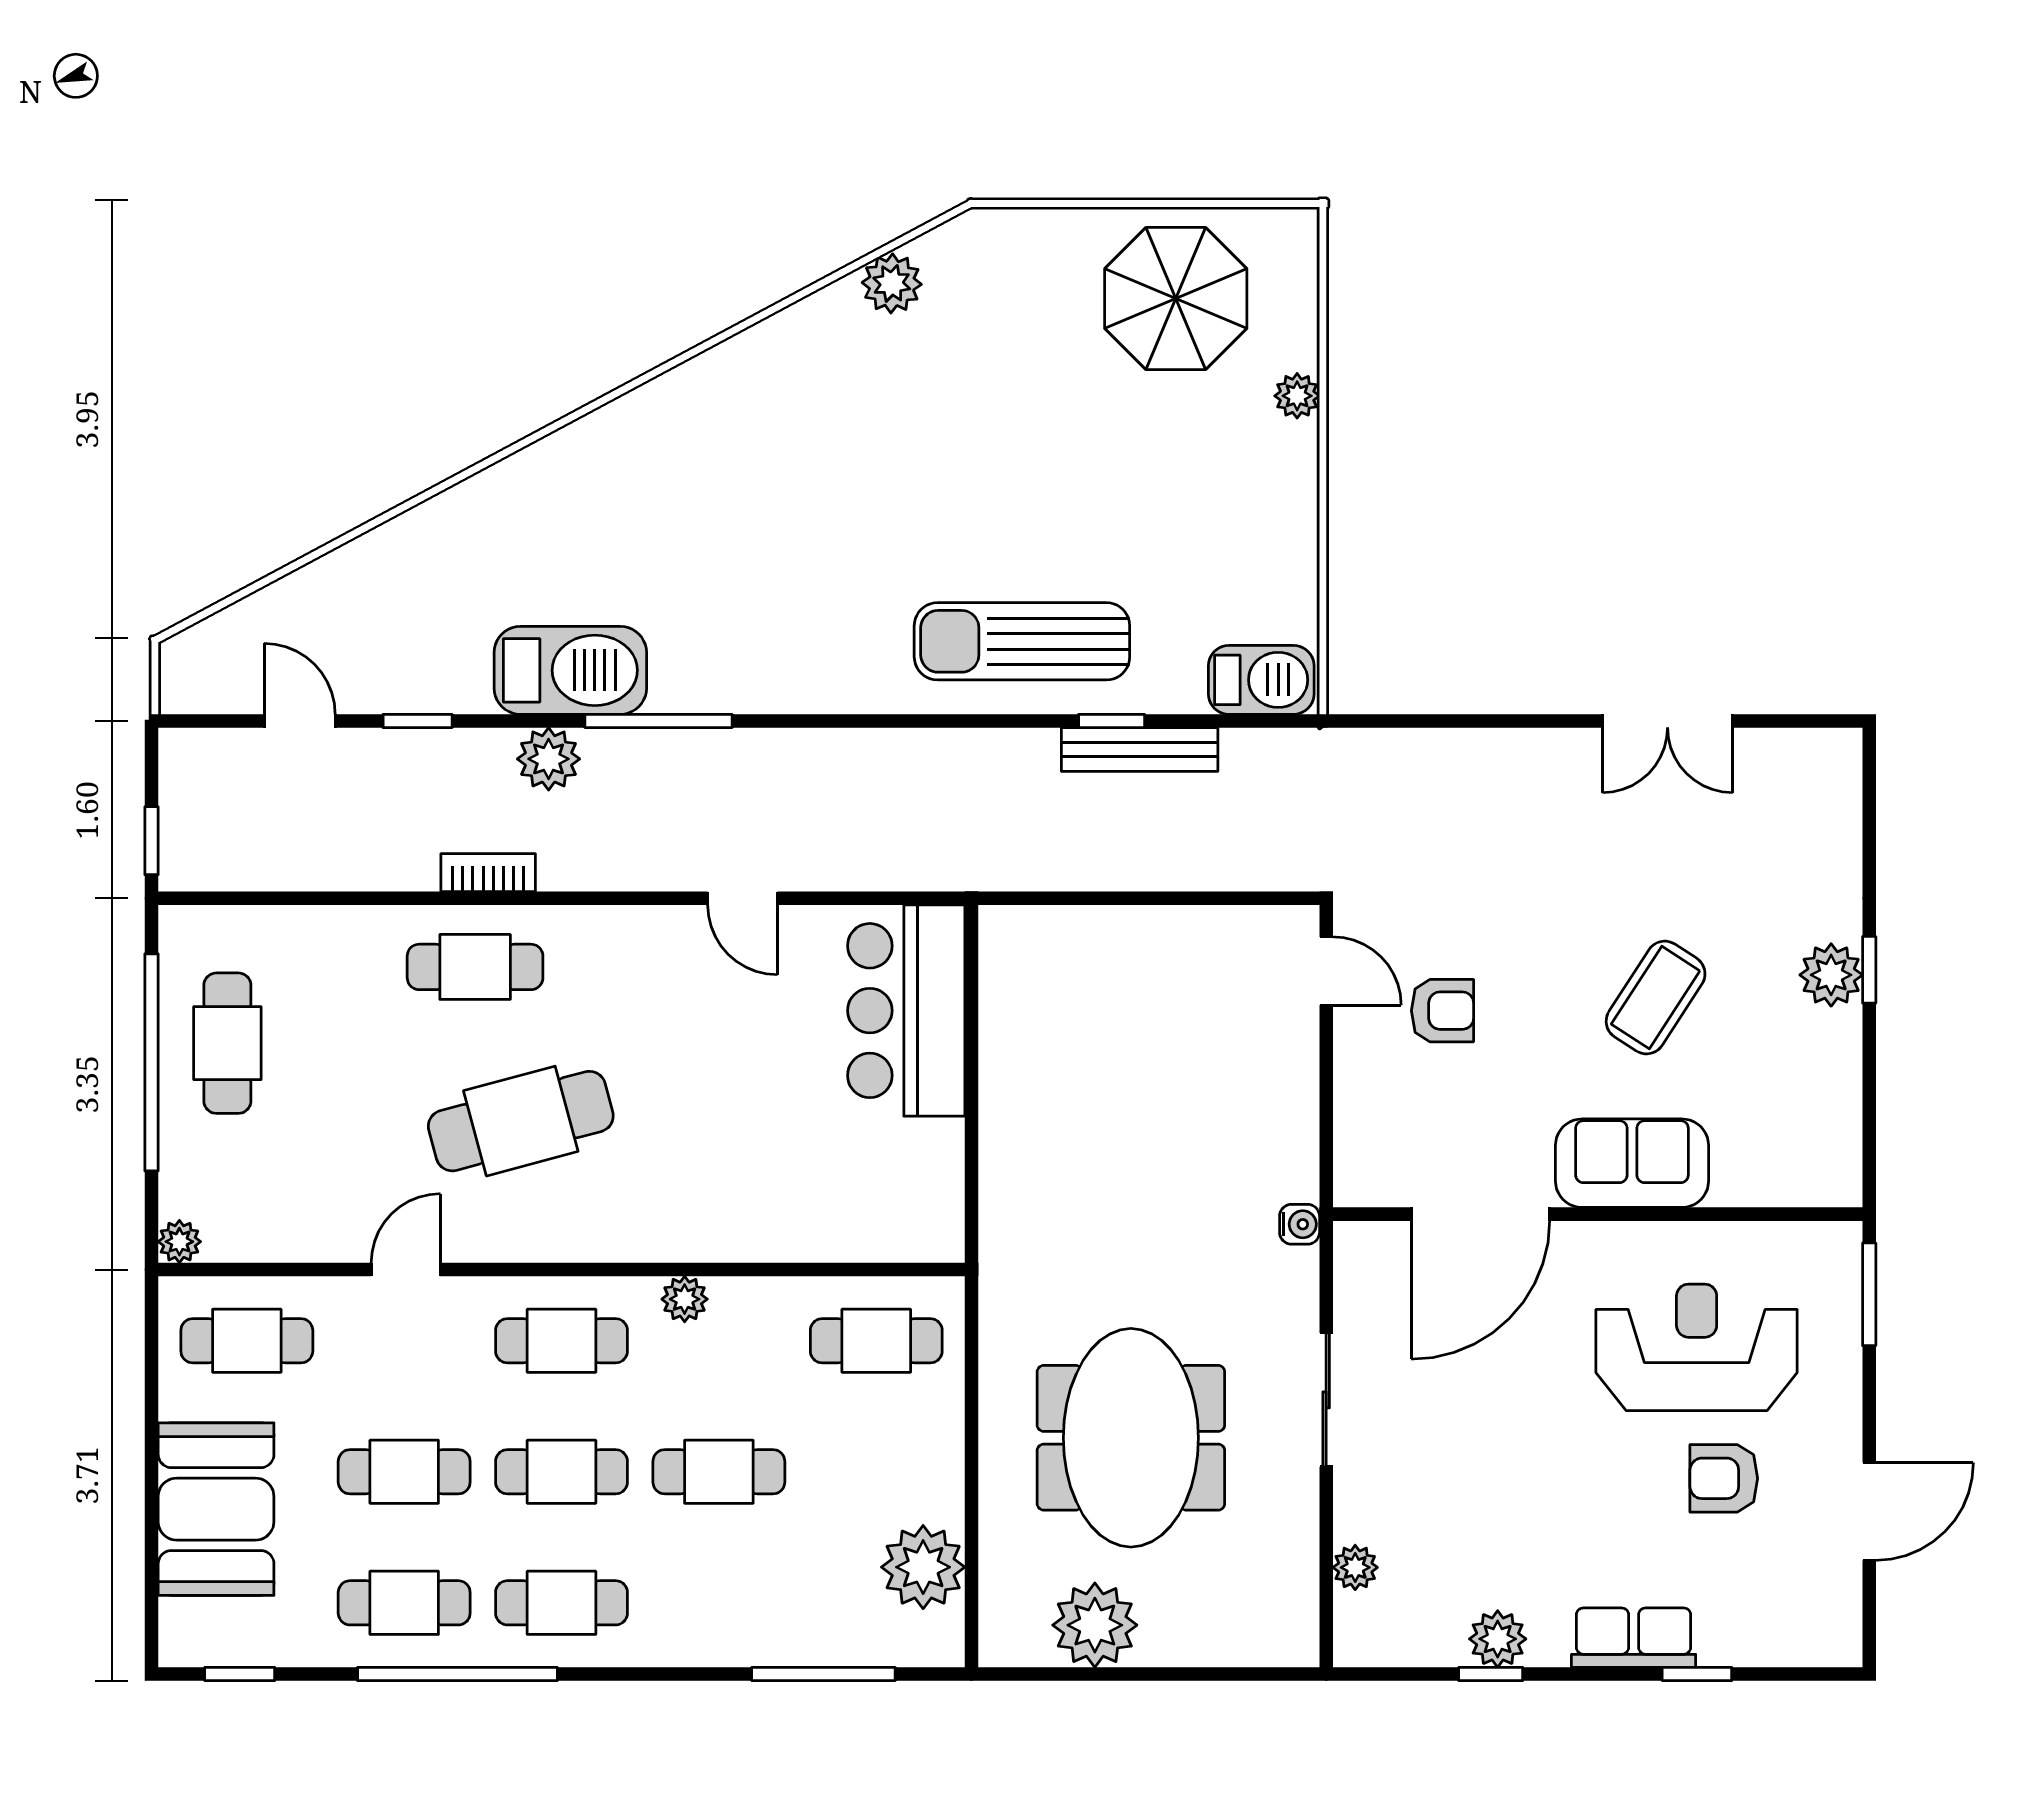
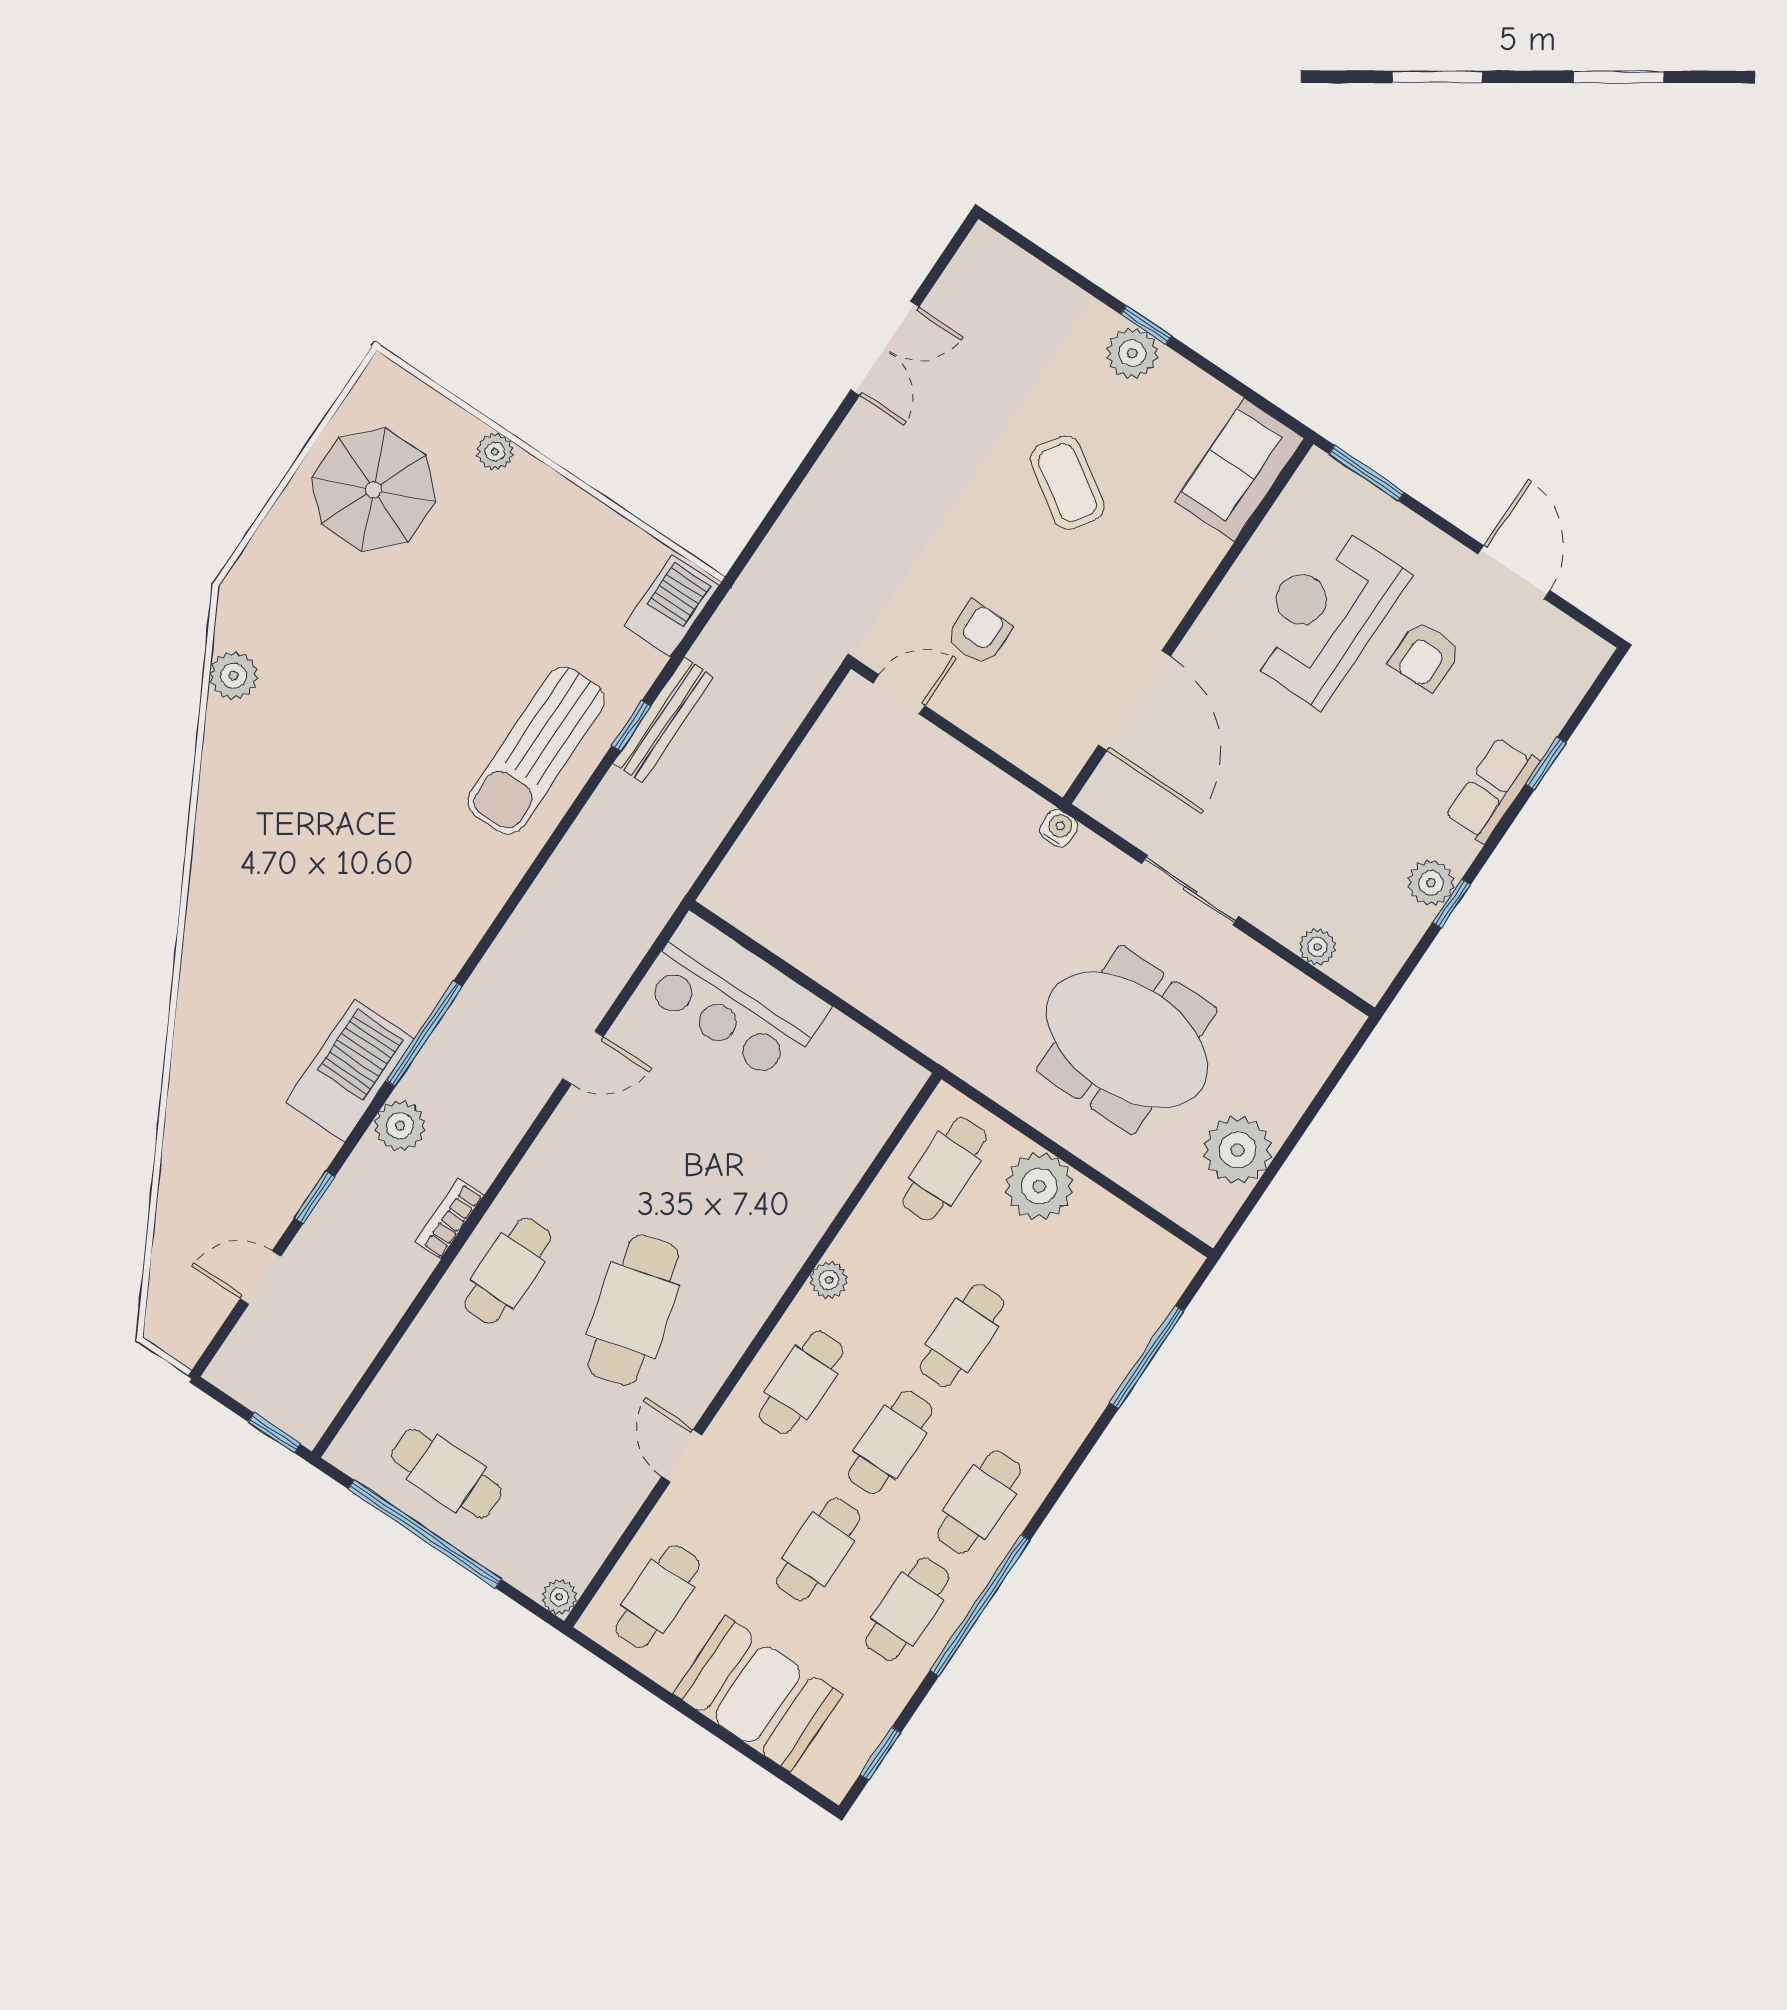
sofa: (1632, 1163) -> (1239, 470), moved
plant: (923, 1567) -> (1039, 1186), moved

